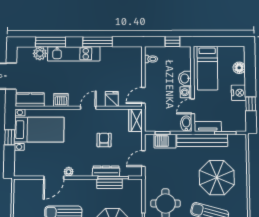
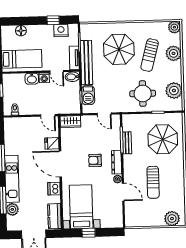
nightstand: (239, 93) -> (61, 30), moved
door: (88, 108) -> (60, 164), width x1.87
armchair: (104, 140) -> (95, 160), moved
dresser: (106, 171) -> (117, 162), moved

